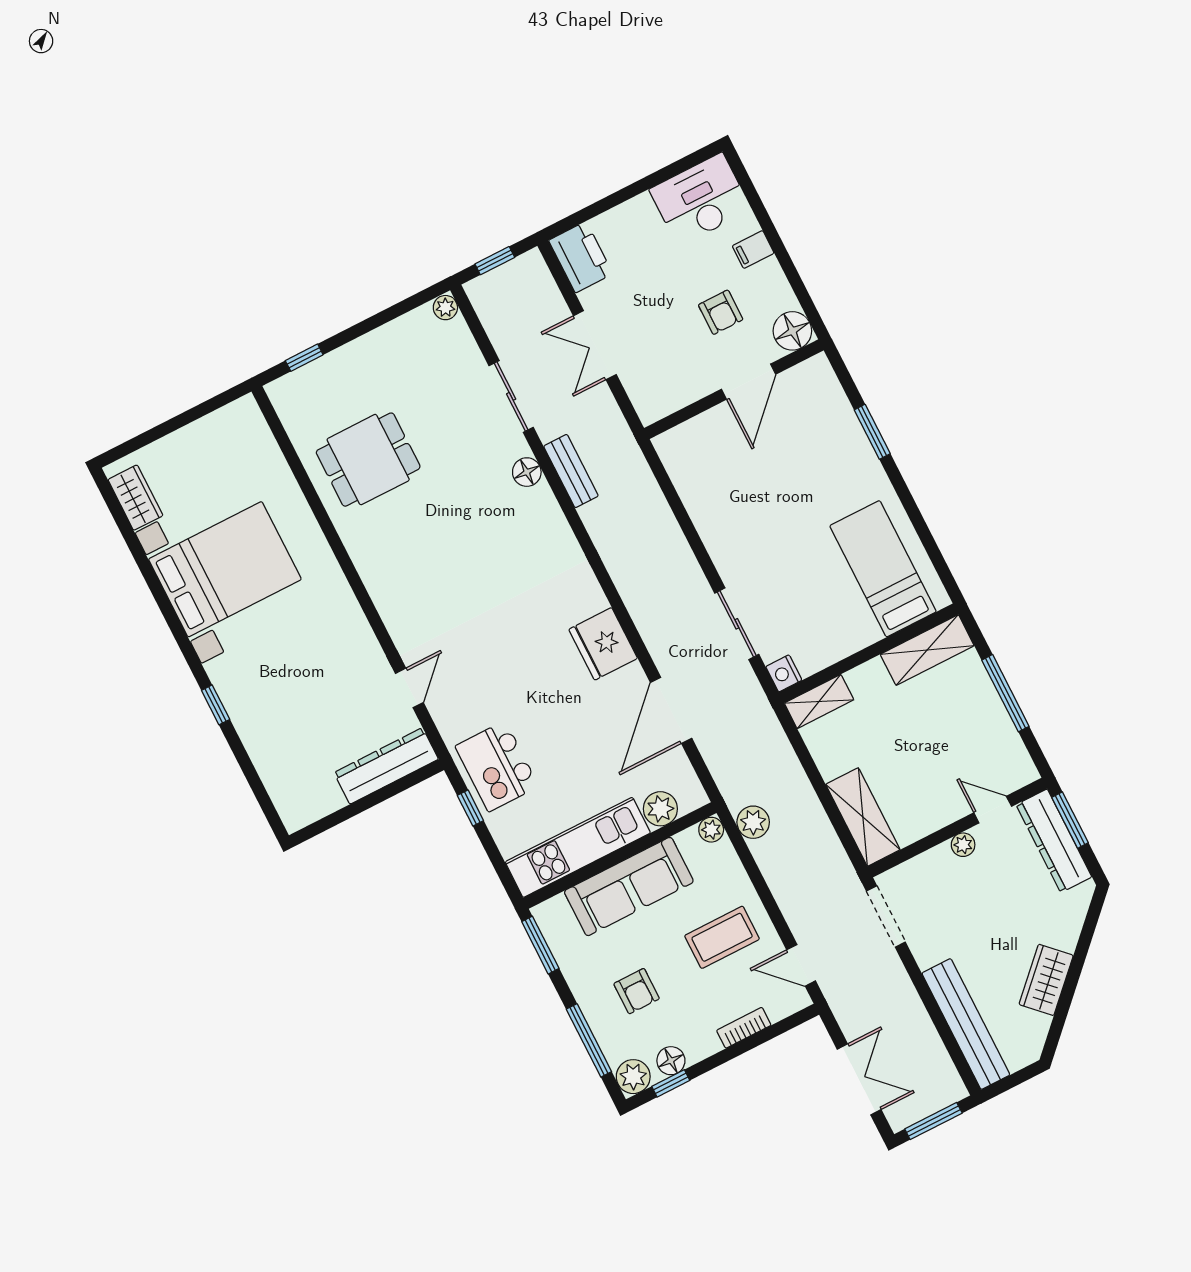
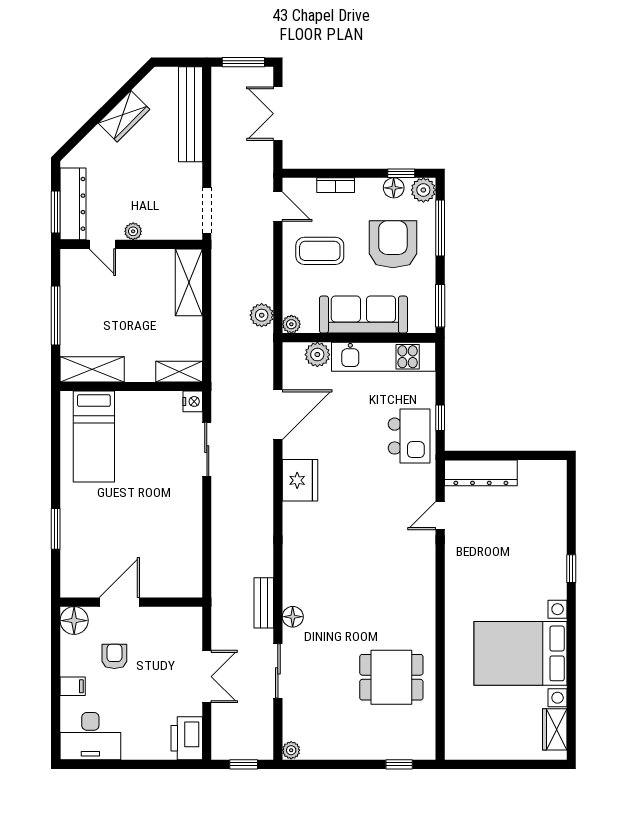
armchair: (637, 991) -> (393, 244), width x1.88, depth x1.88

